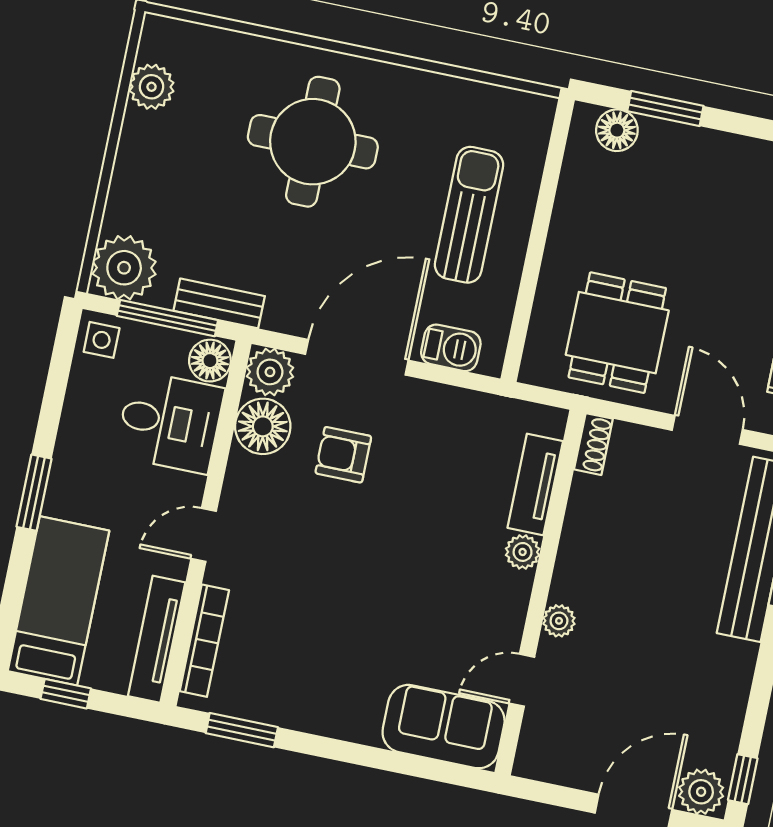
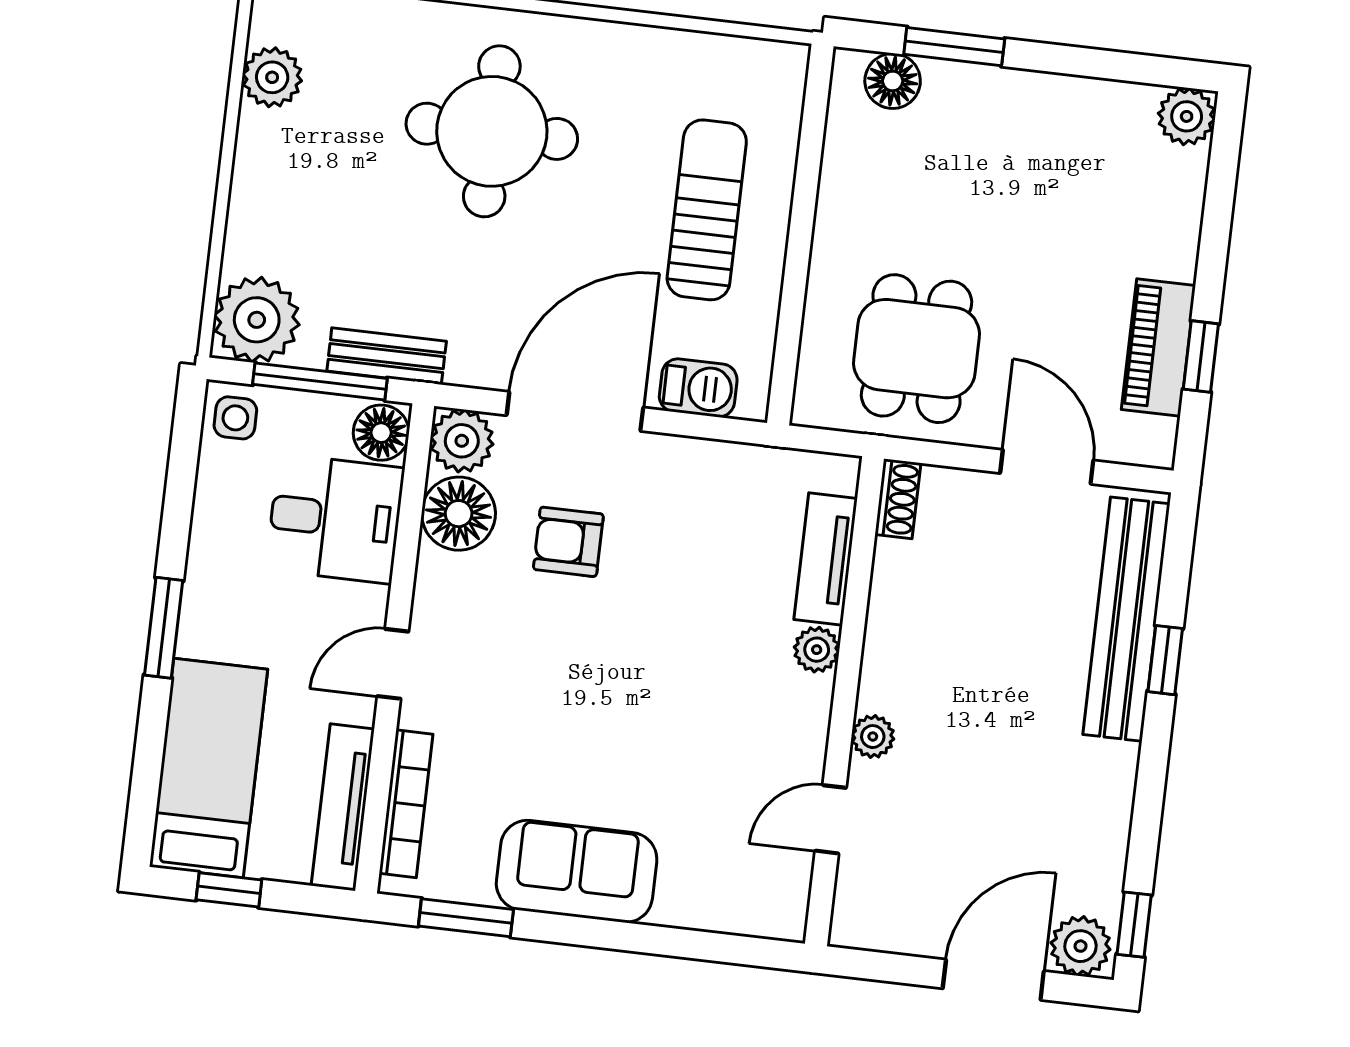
sofa: (444, 727) -> (577, 871), moved

